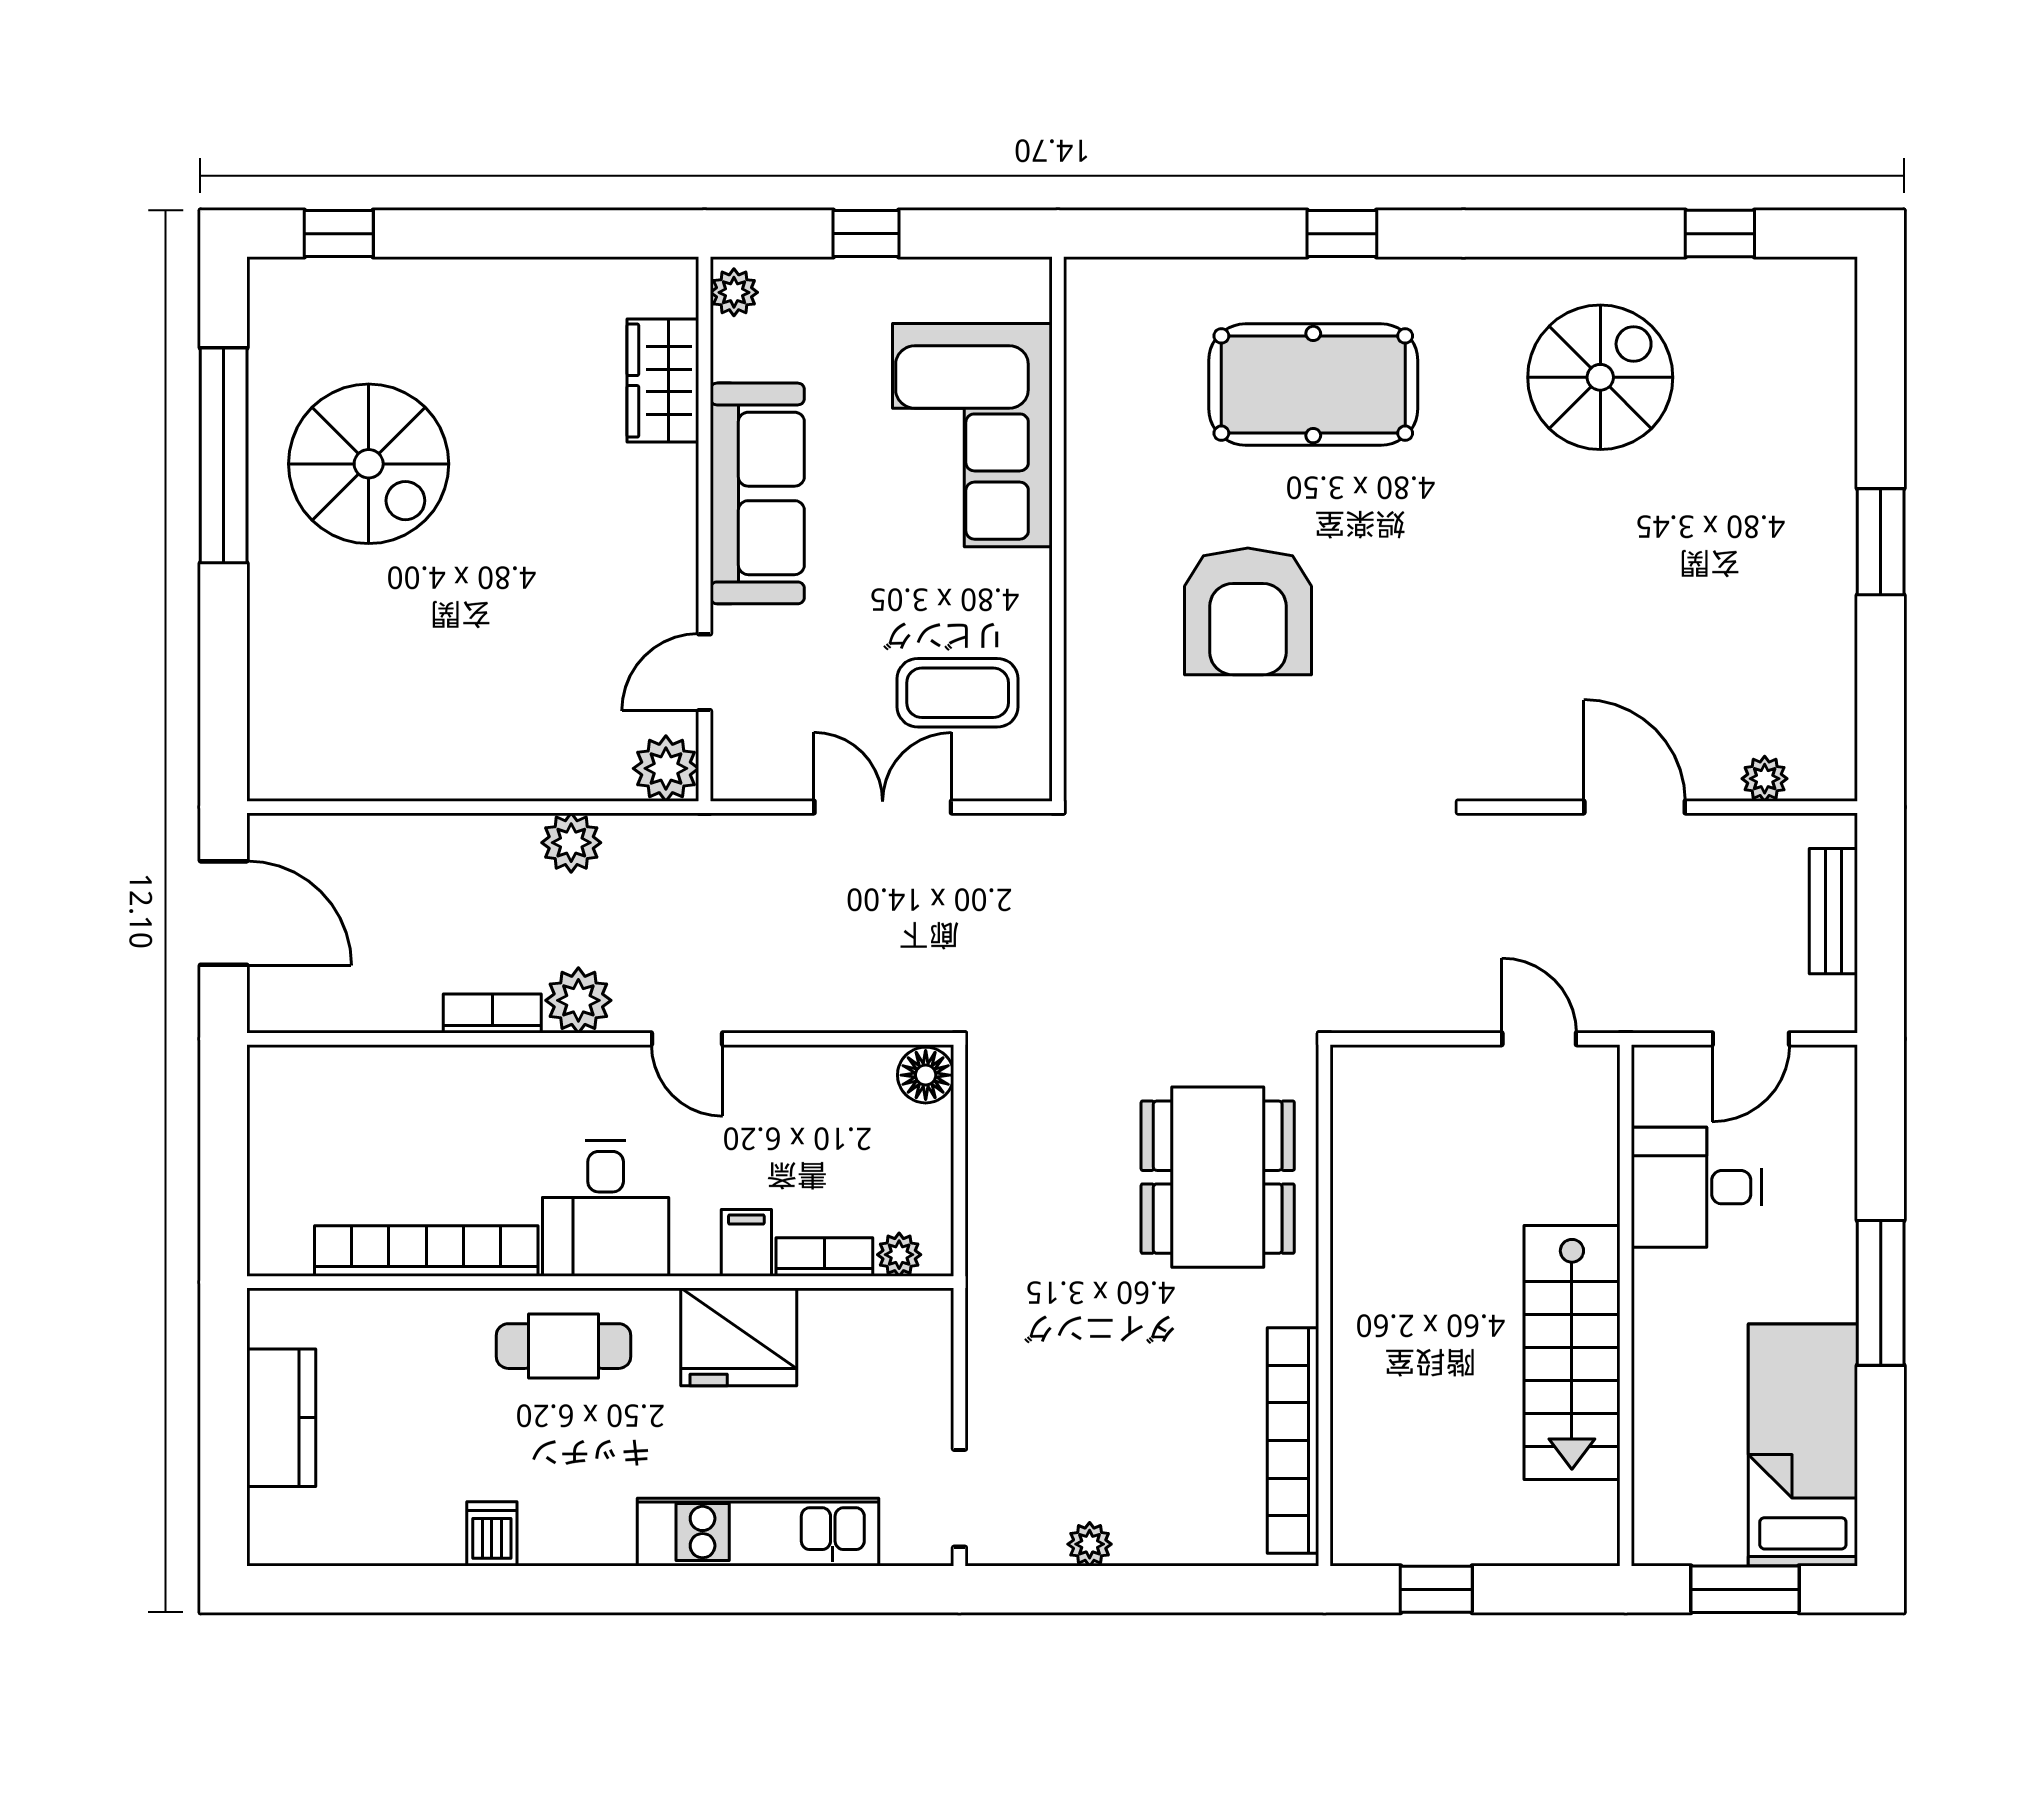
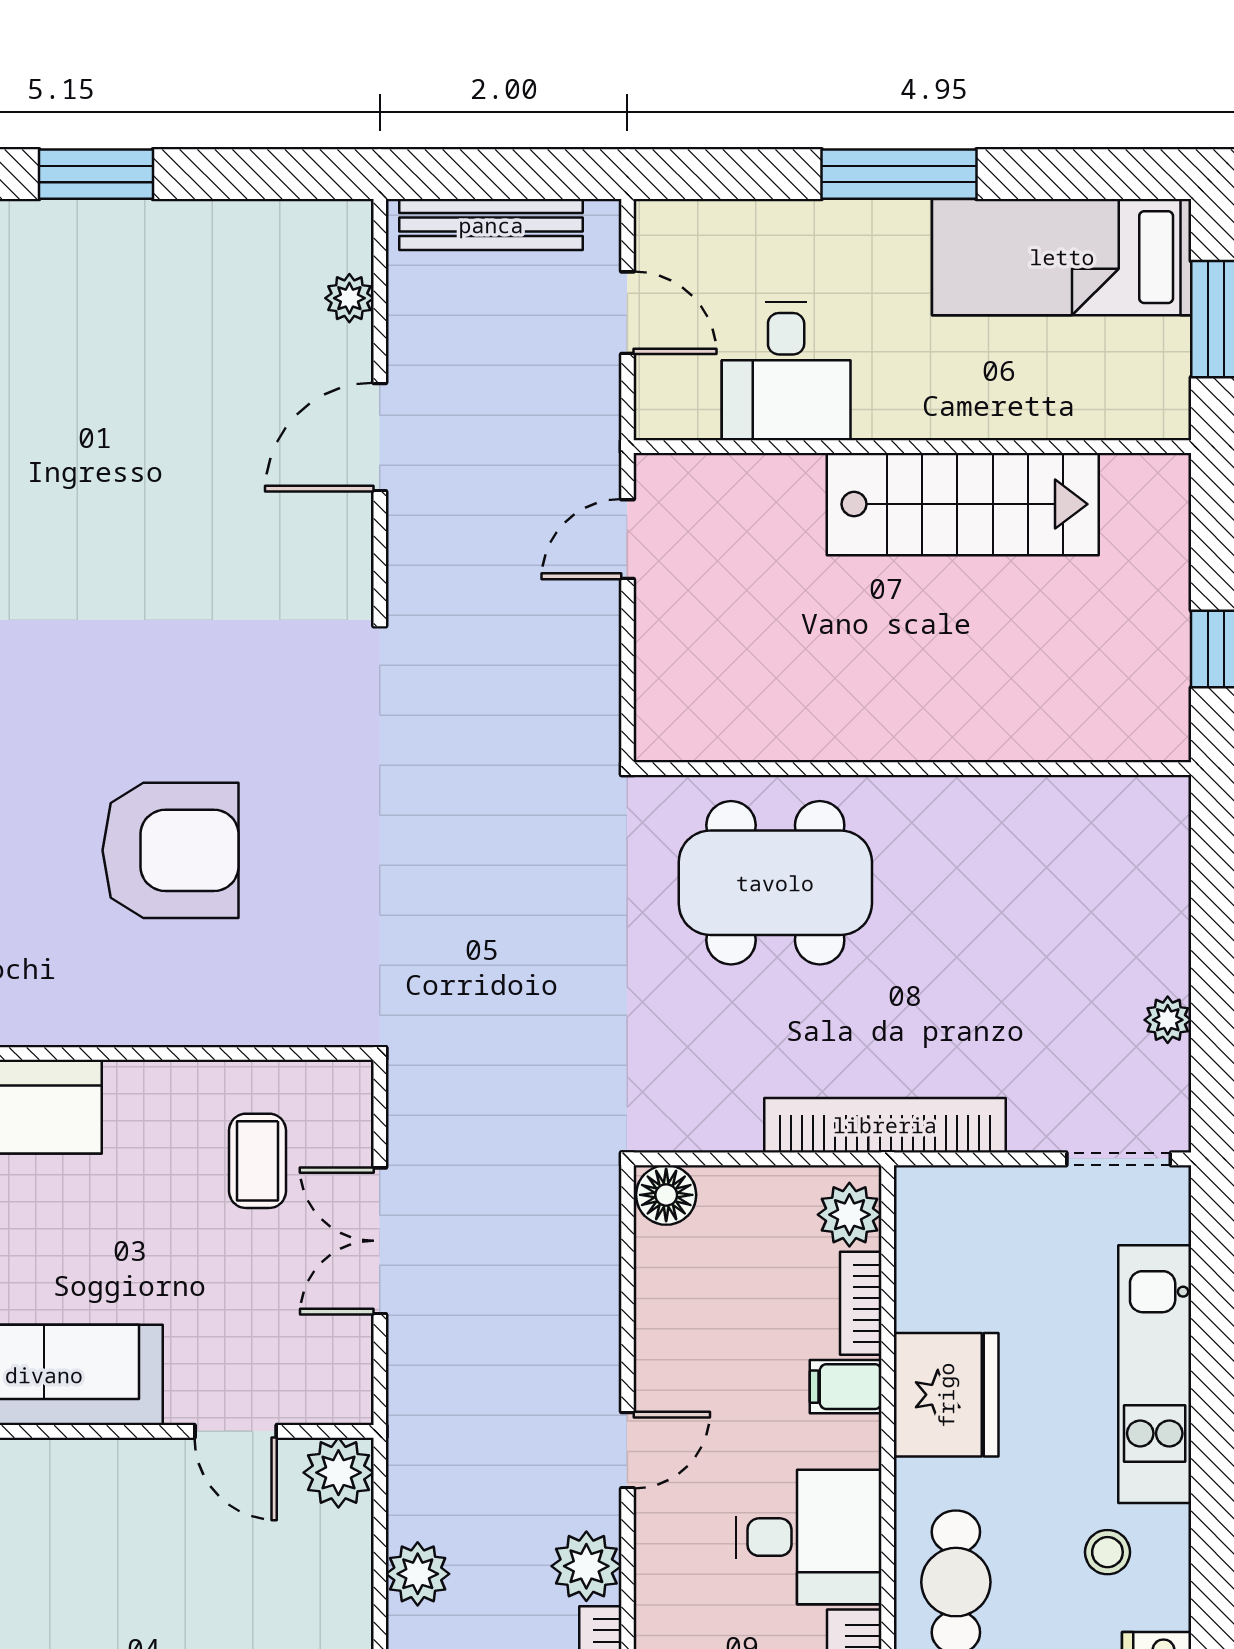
coffee table: (958, 693) -> (258, 1161), width x0.73, depth x0.77
bench: (1833, 911) -> (491, 225), width x1.36
plant: (899, 1255) -> (849, 1215), width x1.38, depth x1.38
bookcase: (1293, 1441) -> (885, 1125), moved, turned 180
stool: (592, 1488) -> (1107, 1552), added

